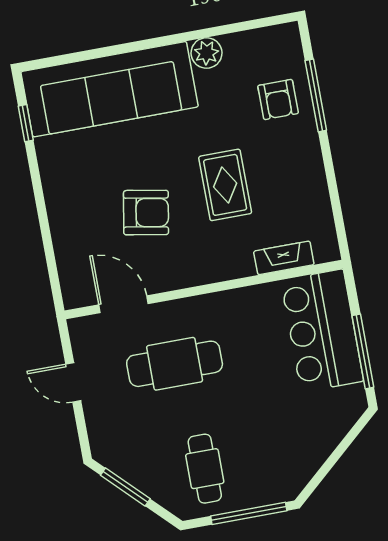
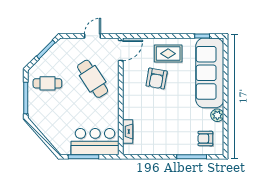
armchair: (278, 99) -> (205, 138), moved
rug: (225, 185) -> (168, 54), moved
door: (123, 304) -> (121, 51), moved
cafe table: (175, 364) -> (93, 79), turned -33

